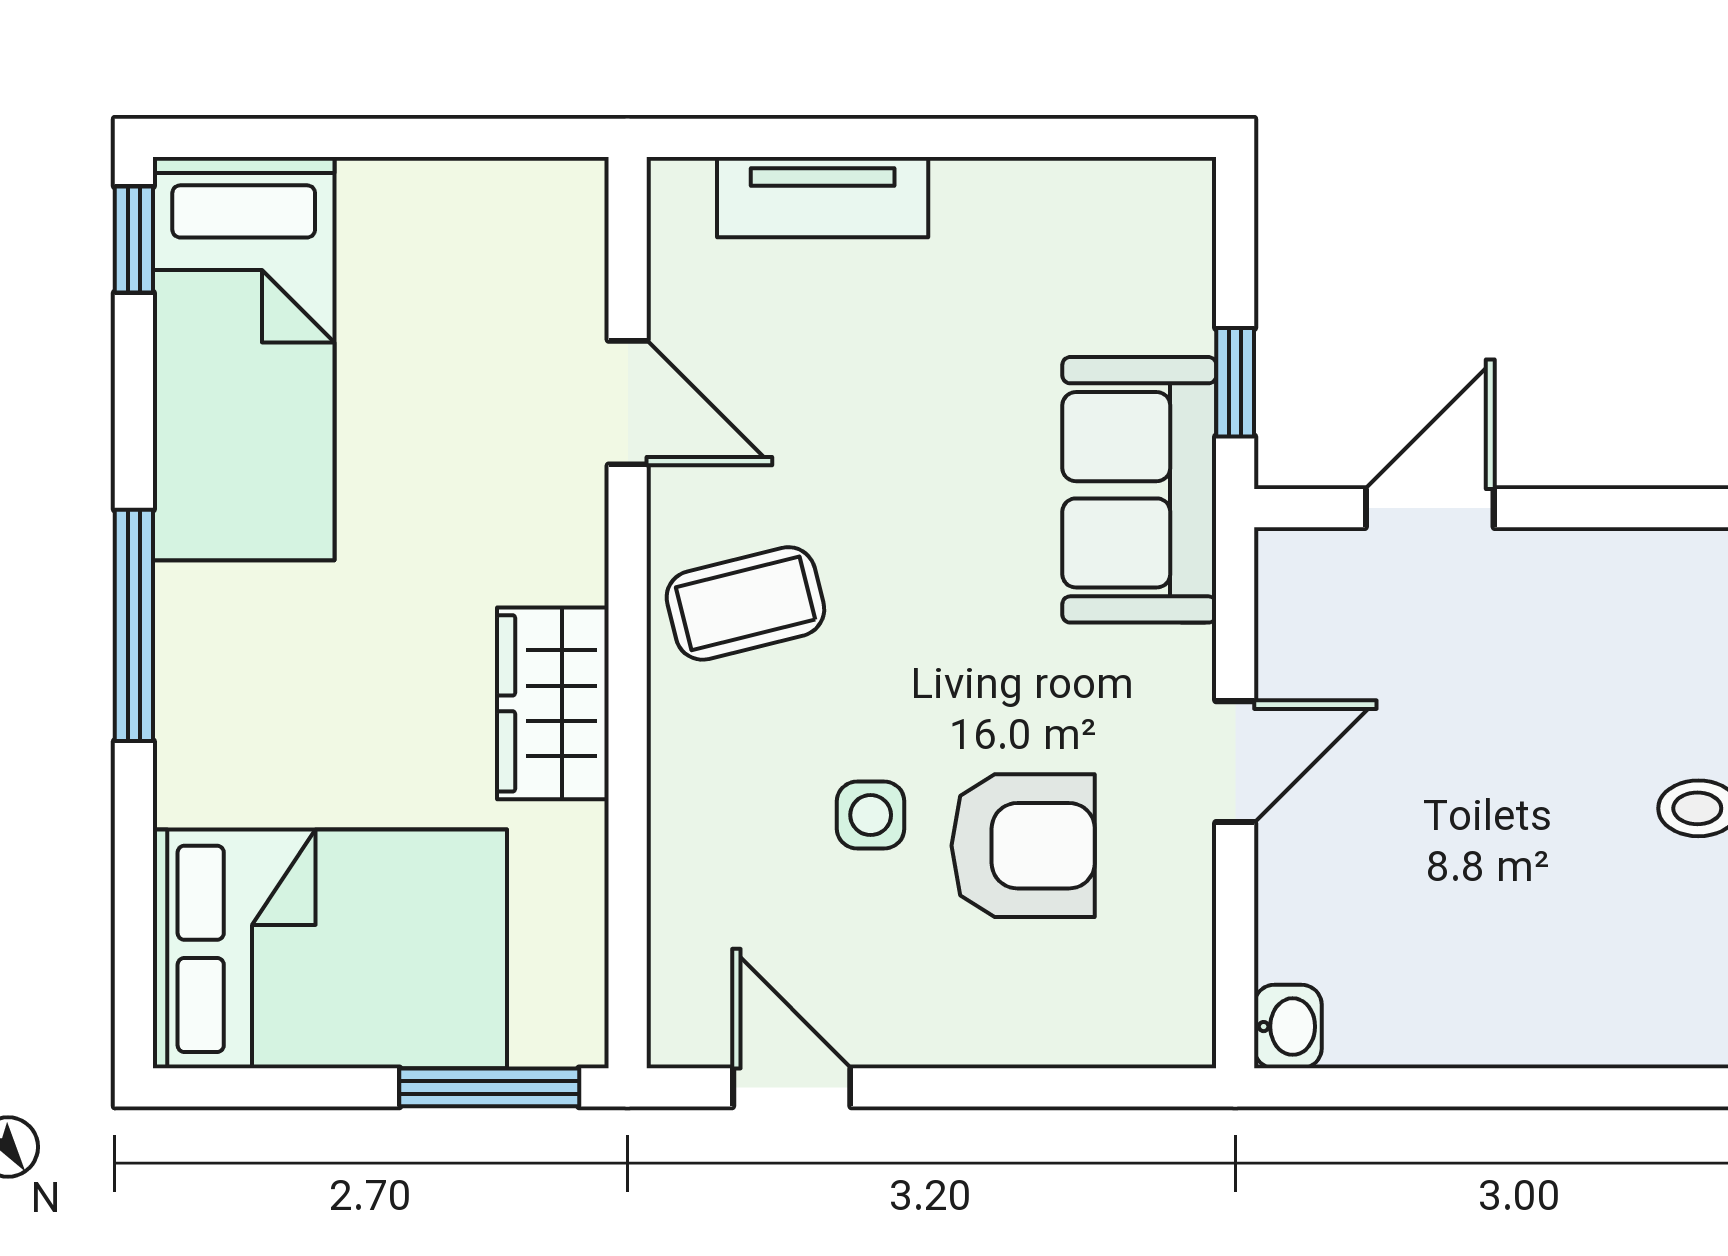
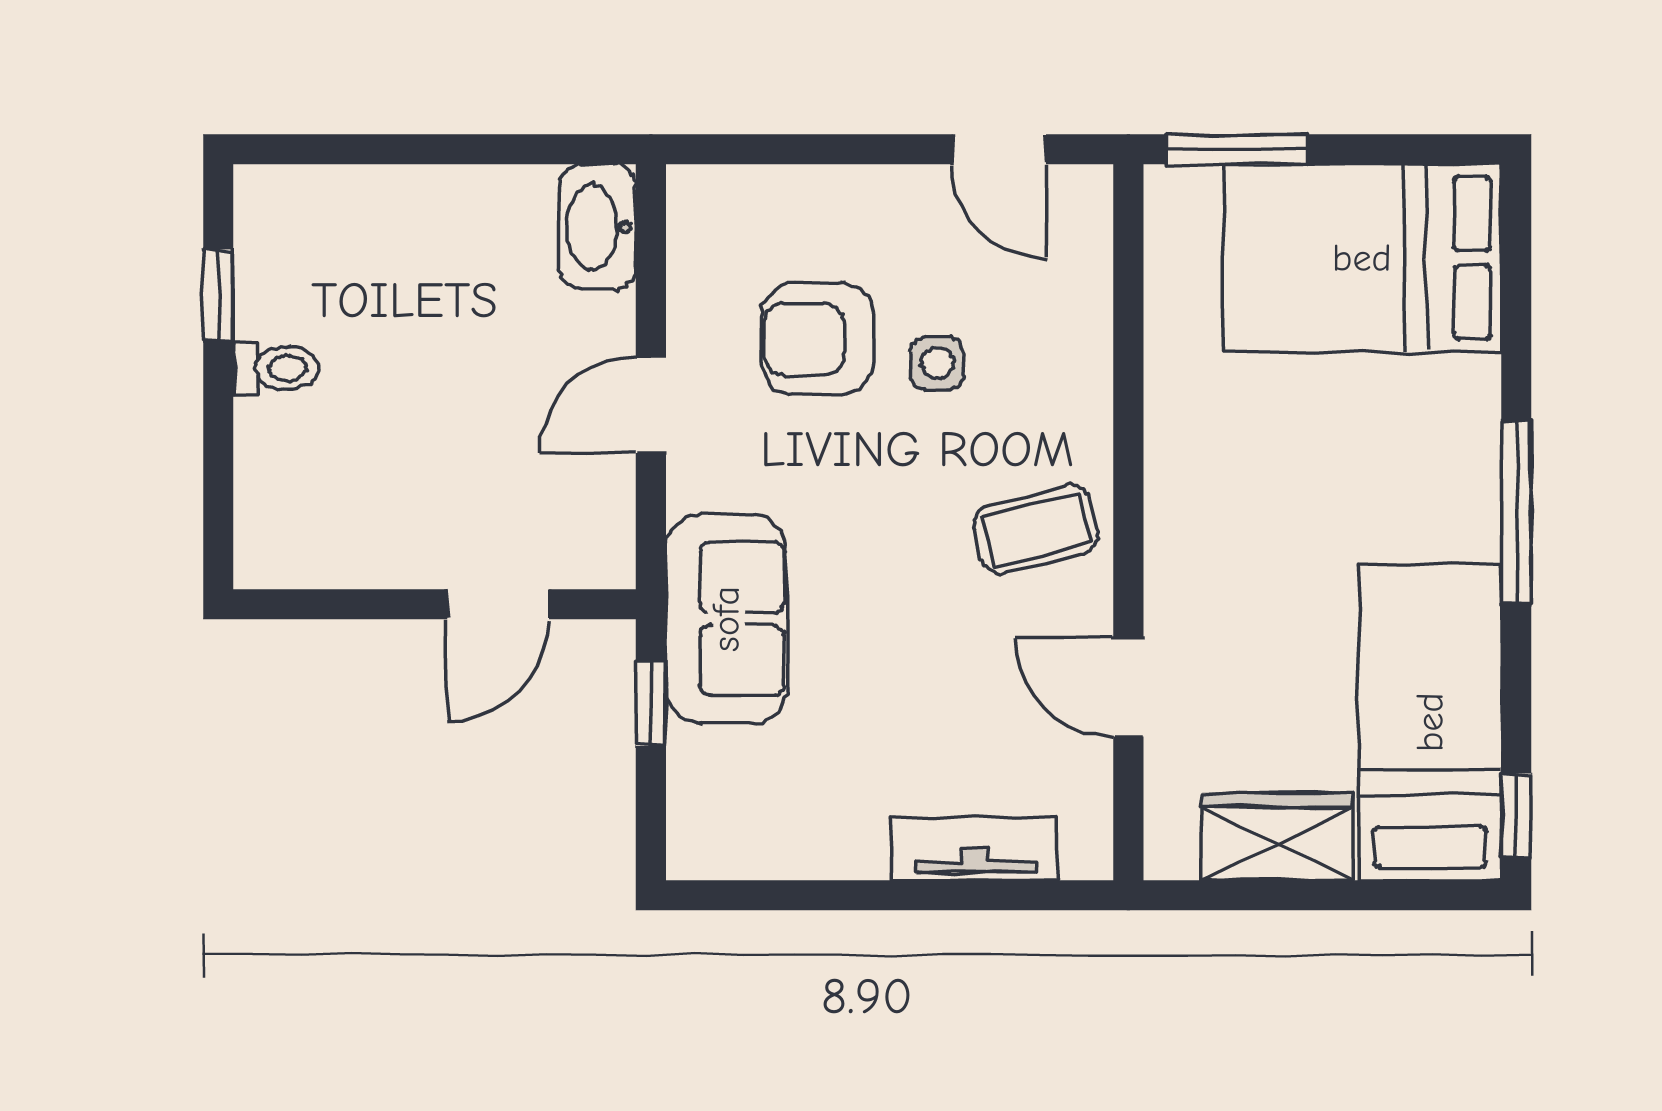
wardrobe: (553, 703) -> (1277, 837), moved, turned -90
washbasin: (1288, 1027) -> (598, 227), width x1.91, depth x1.45

